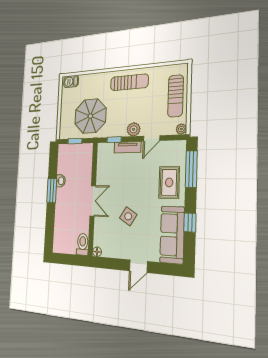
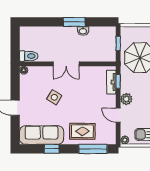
tv unit: (128, 147) -> (111, 82), moved

